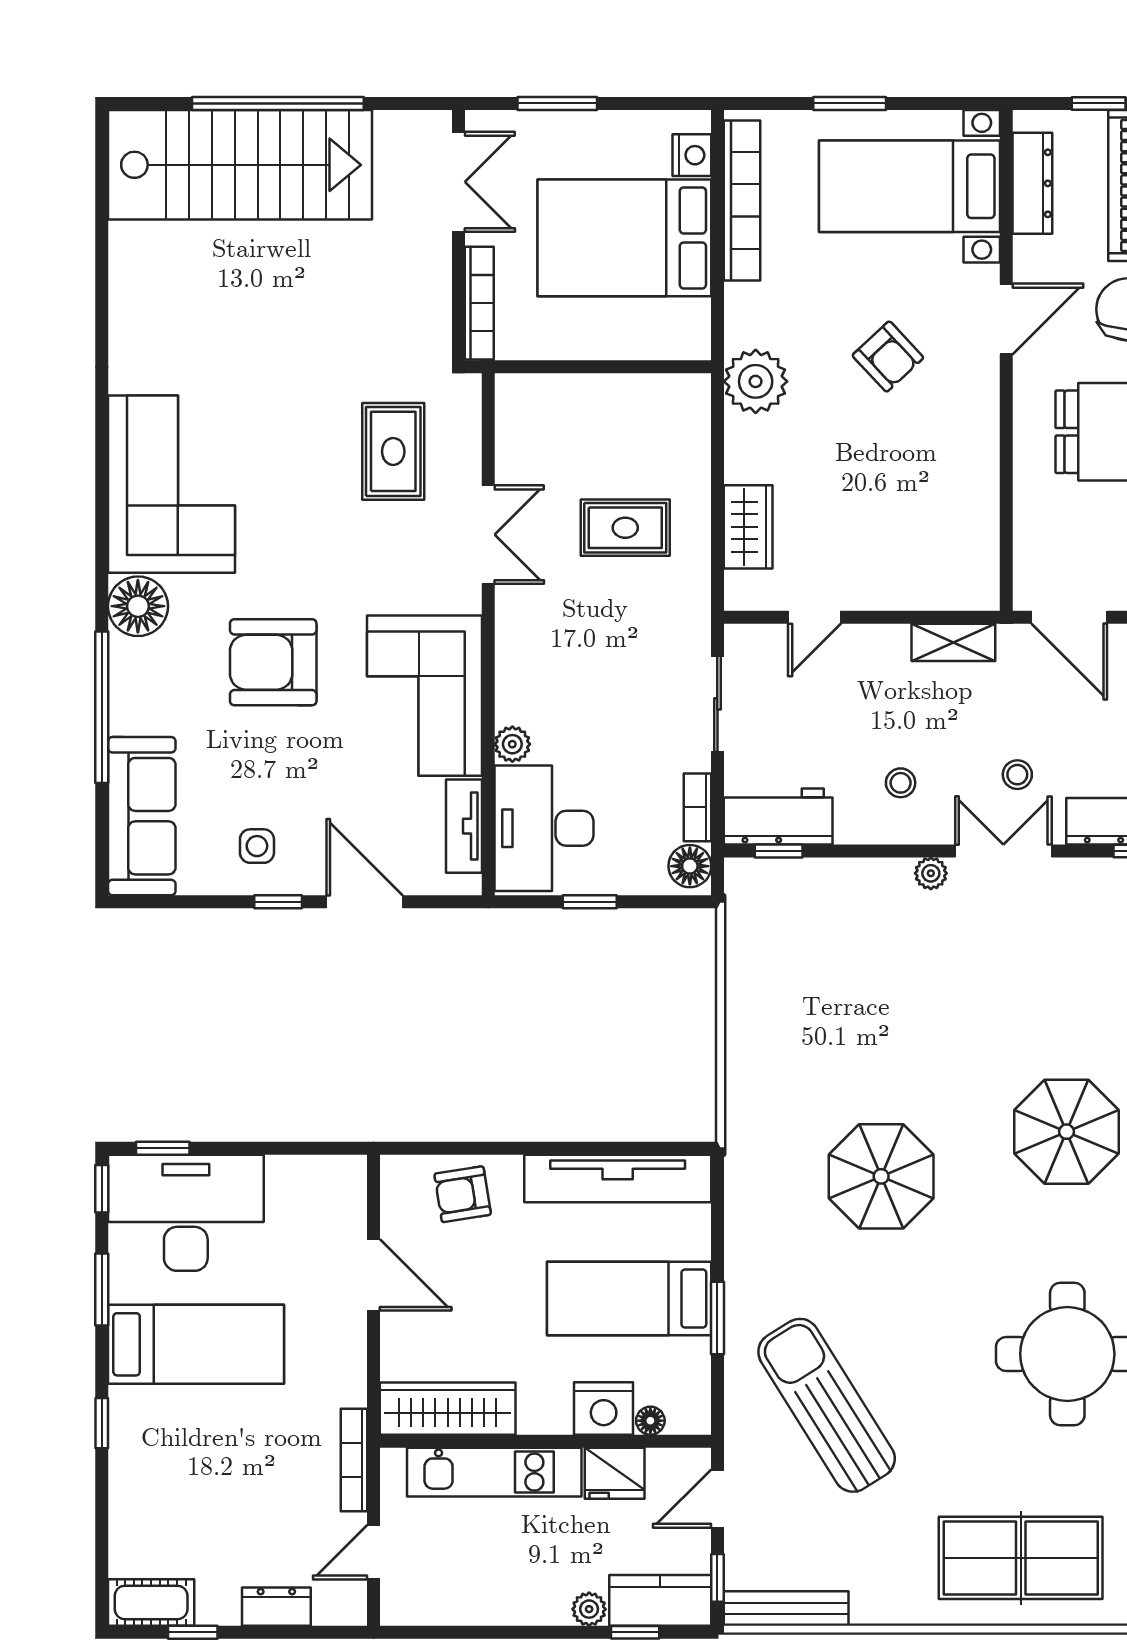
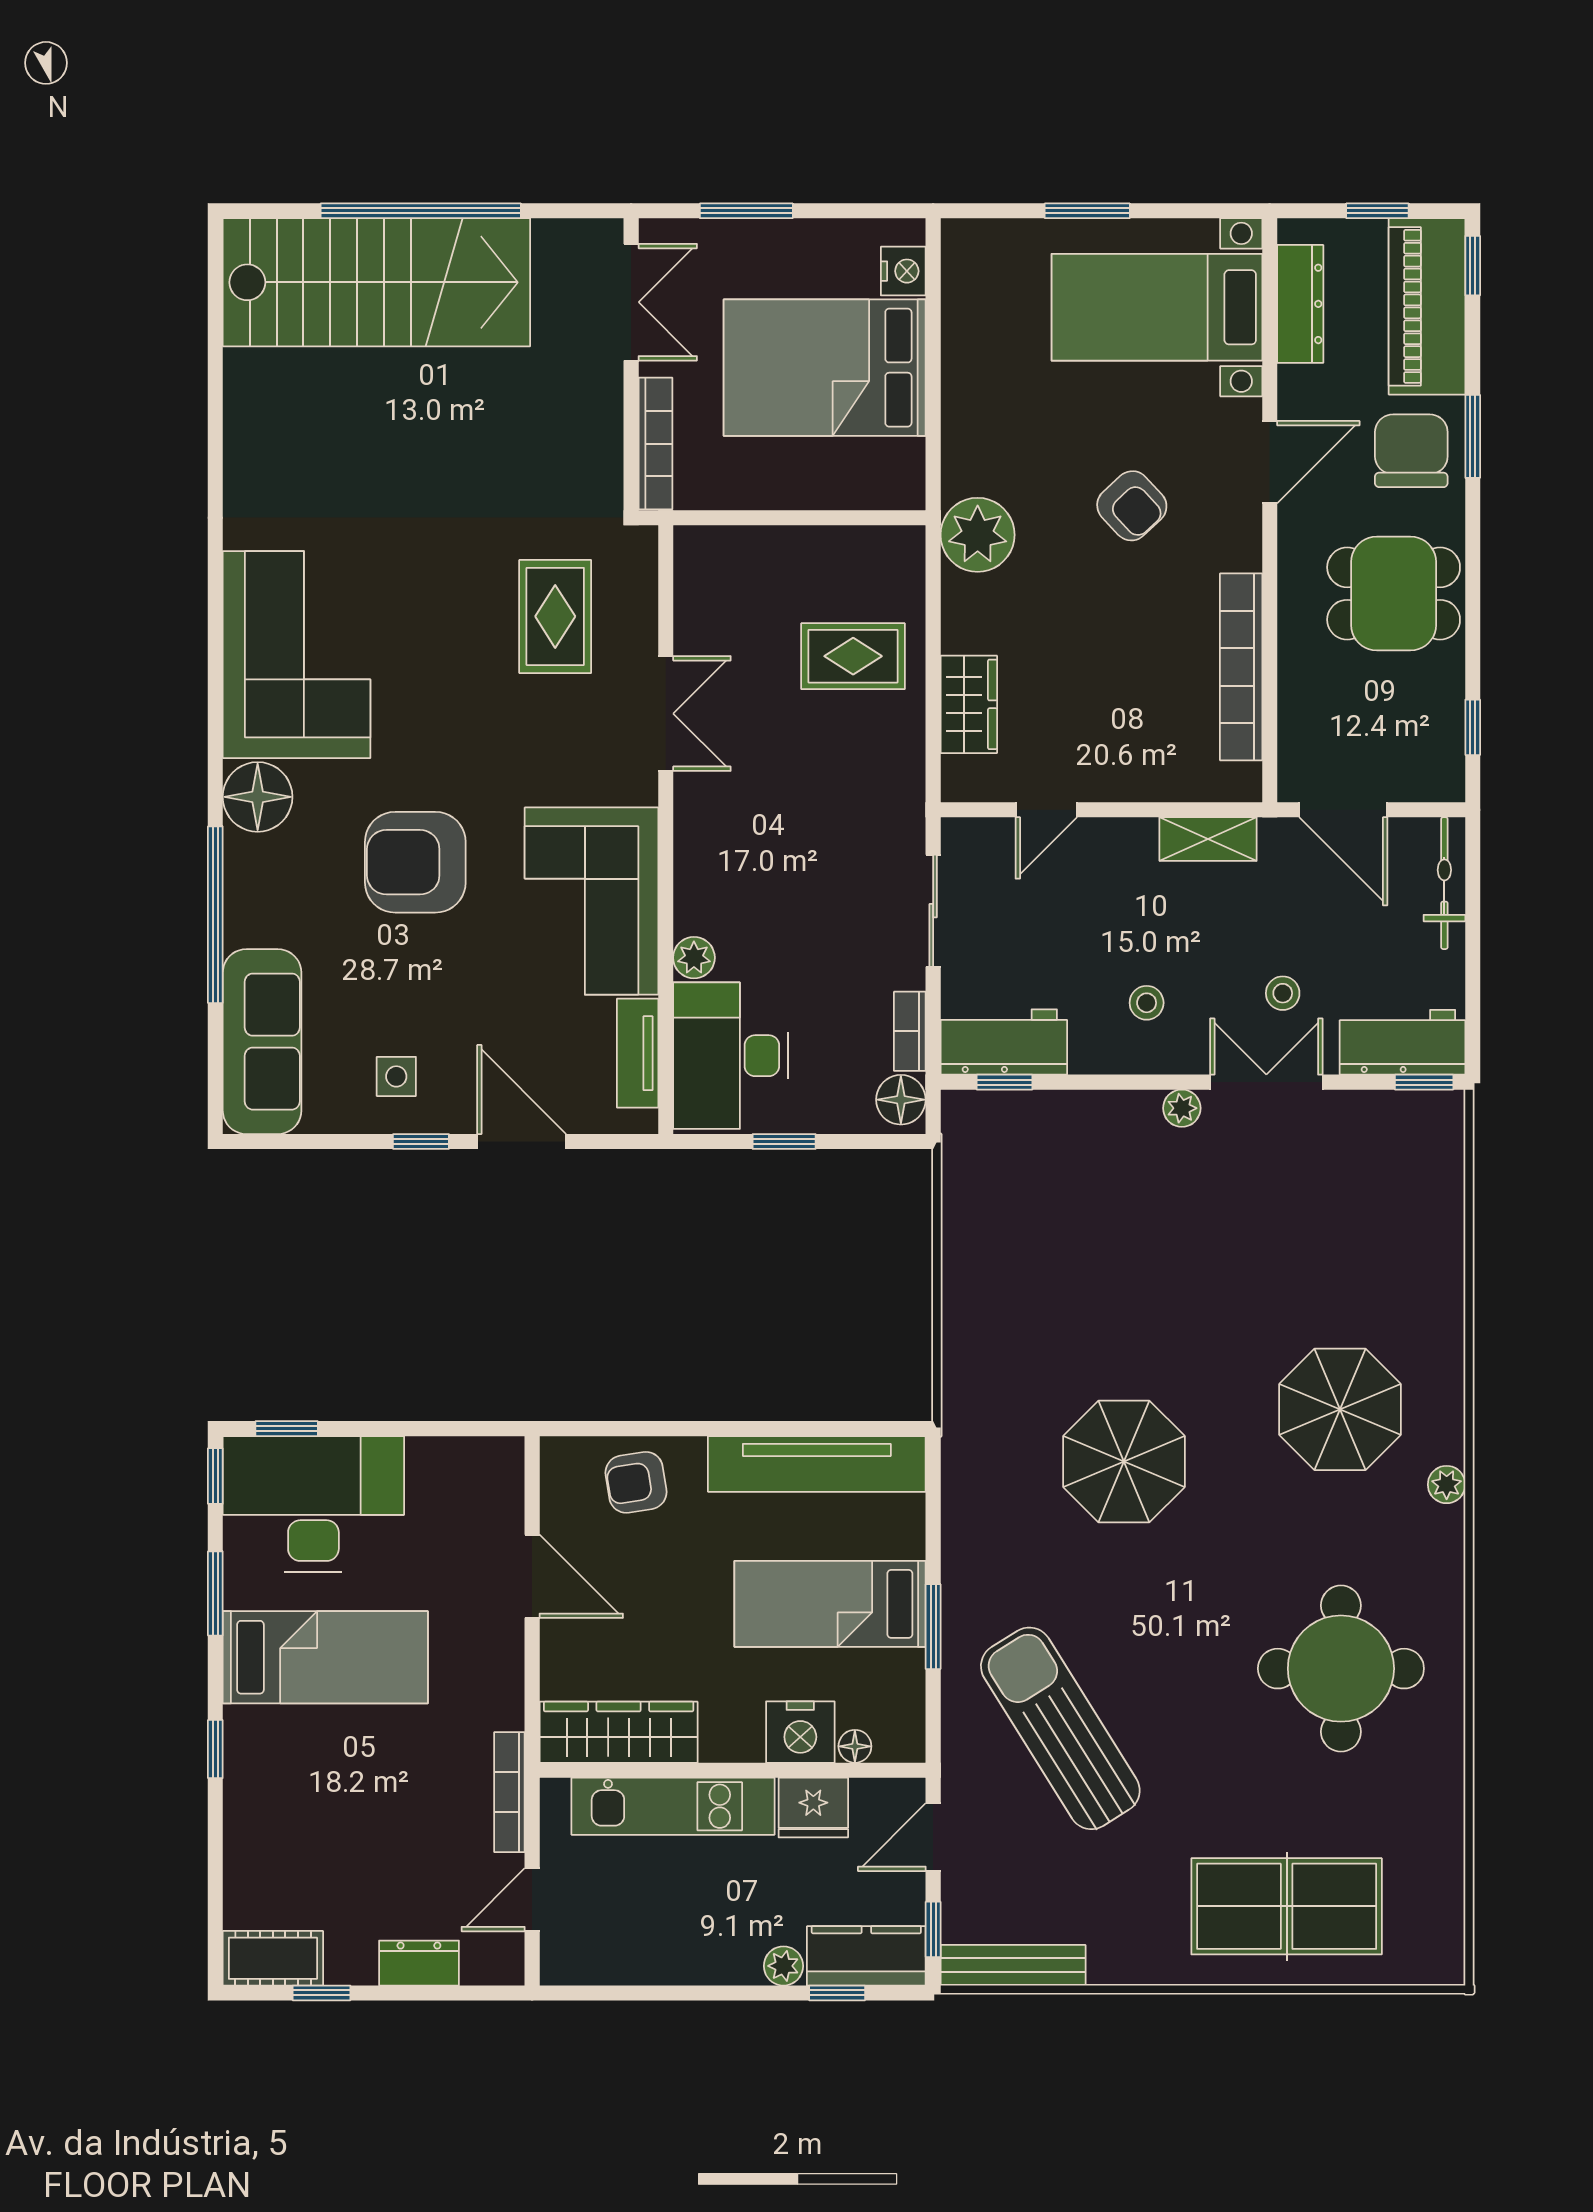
bookcase: (742, 200) -> (1241, 667), moved, turned 180
rug: (625, 528) -> (853, 656), moved

